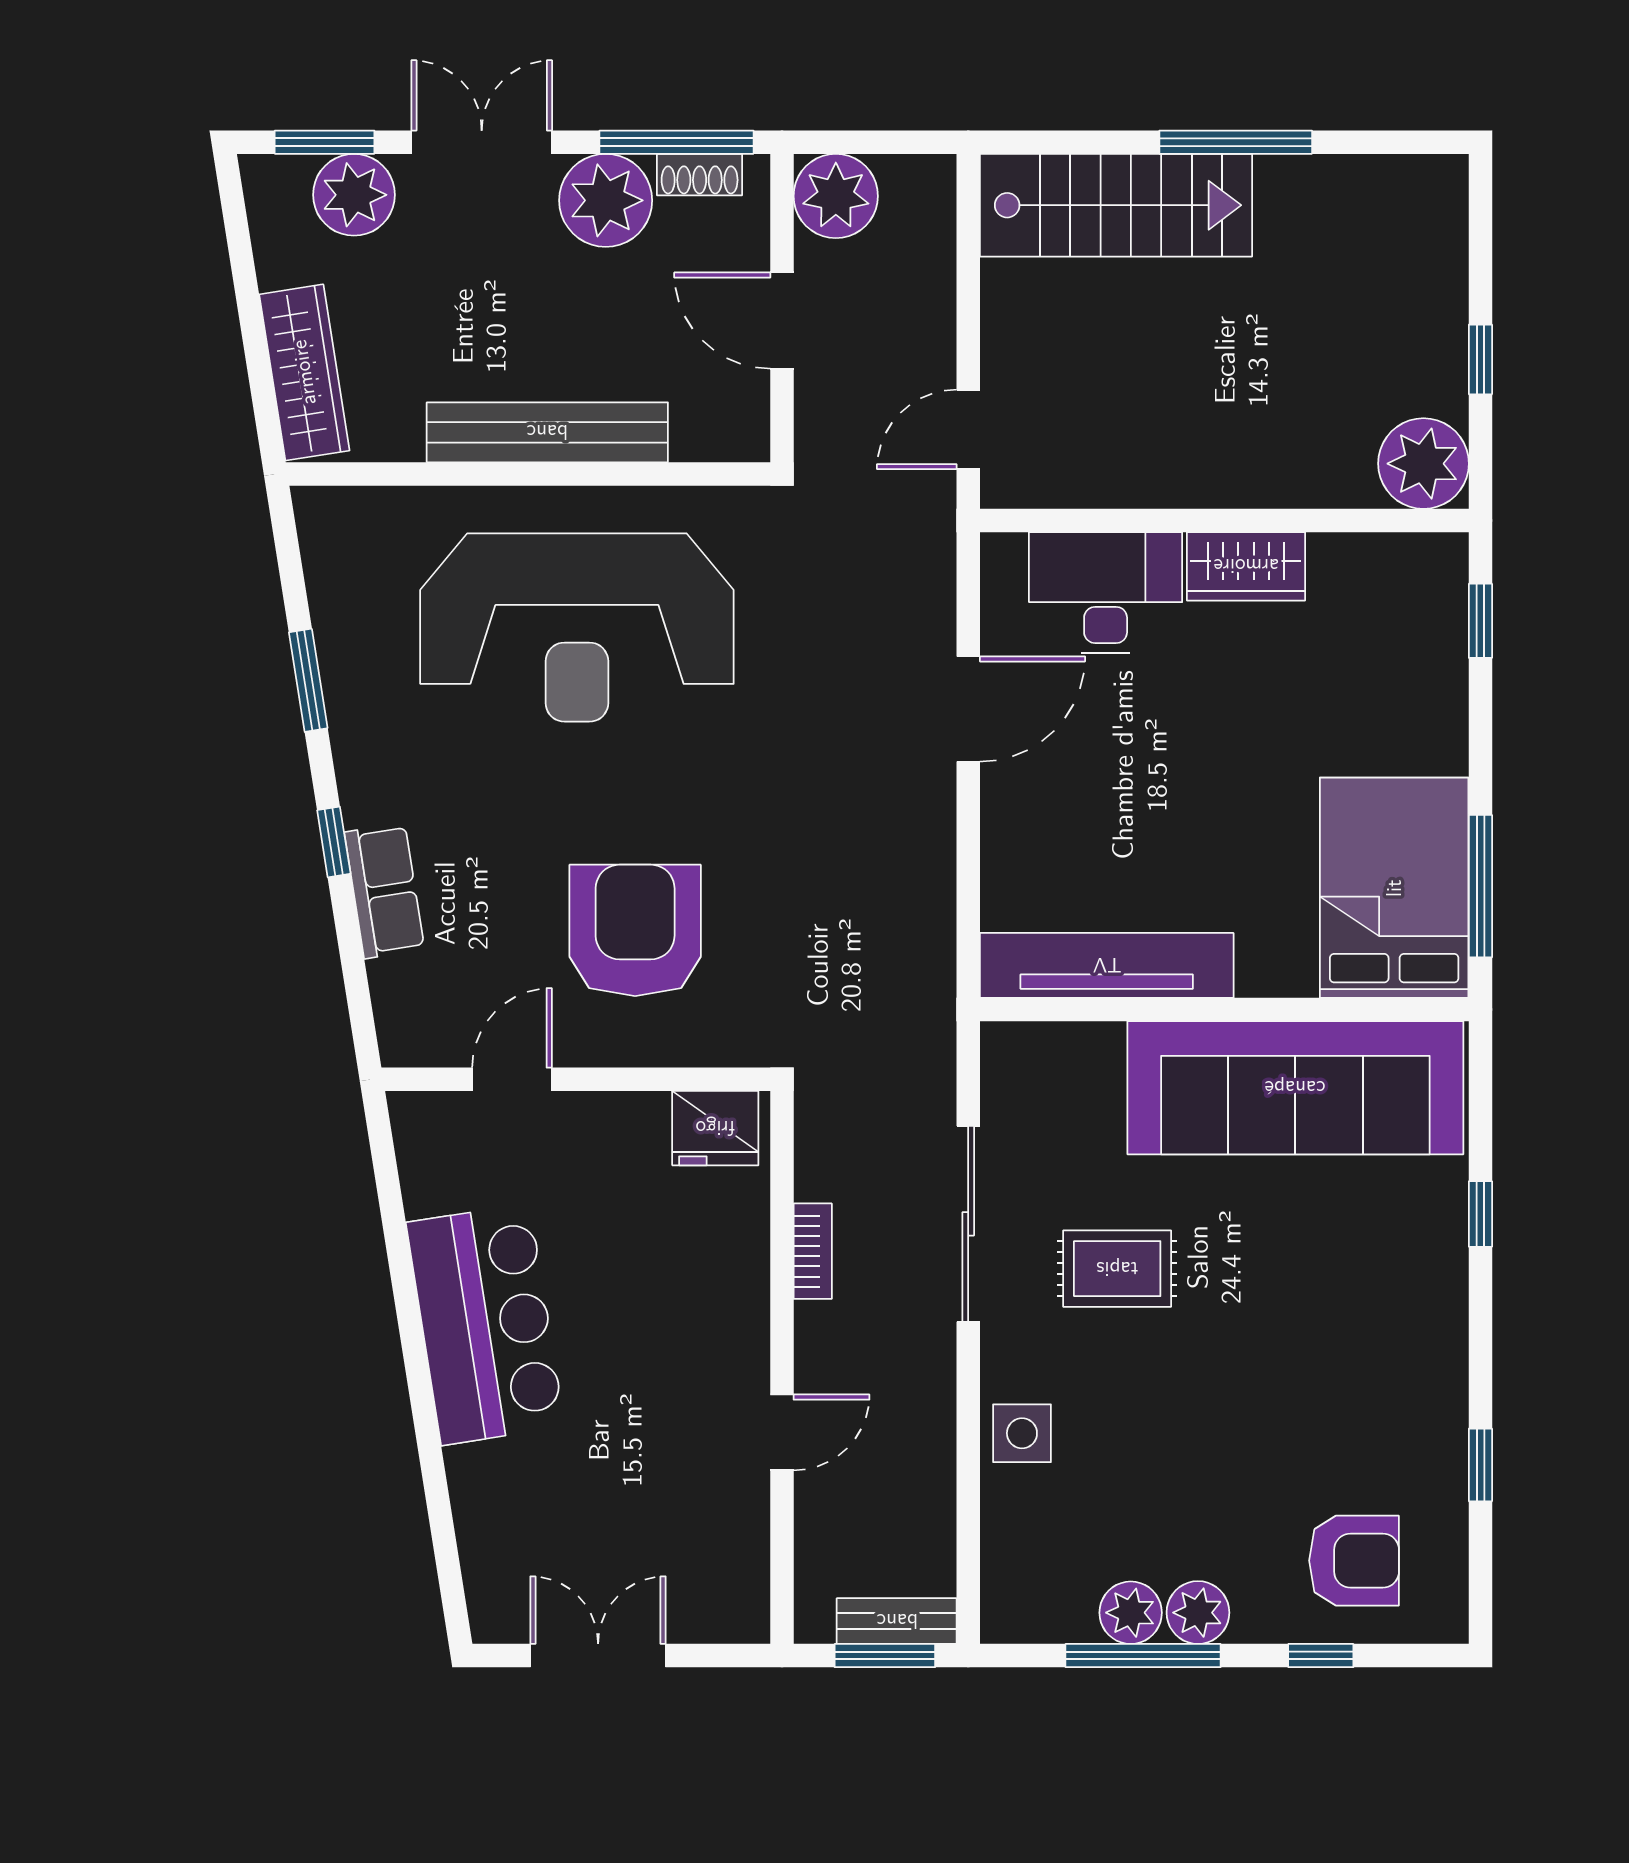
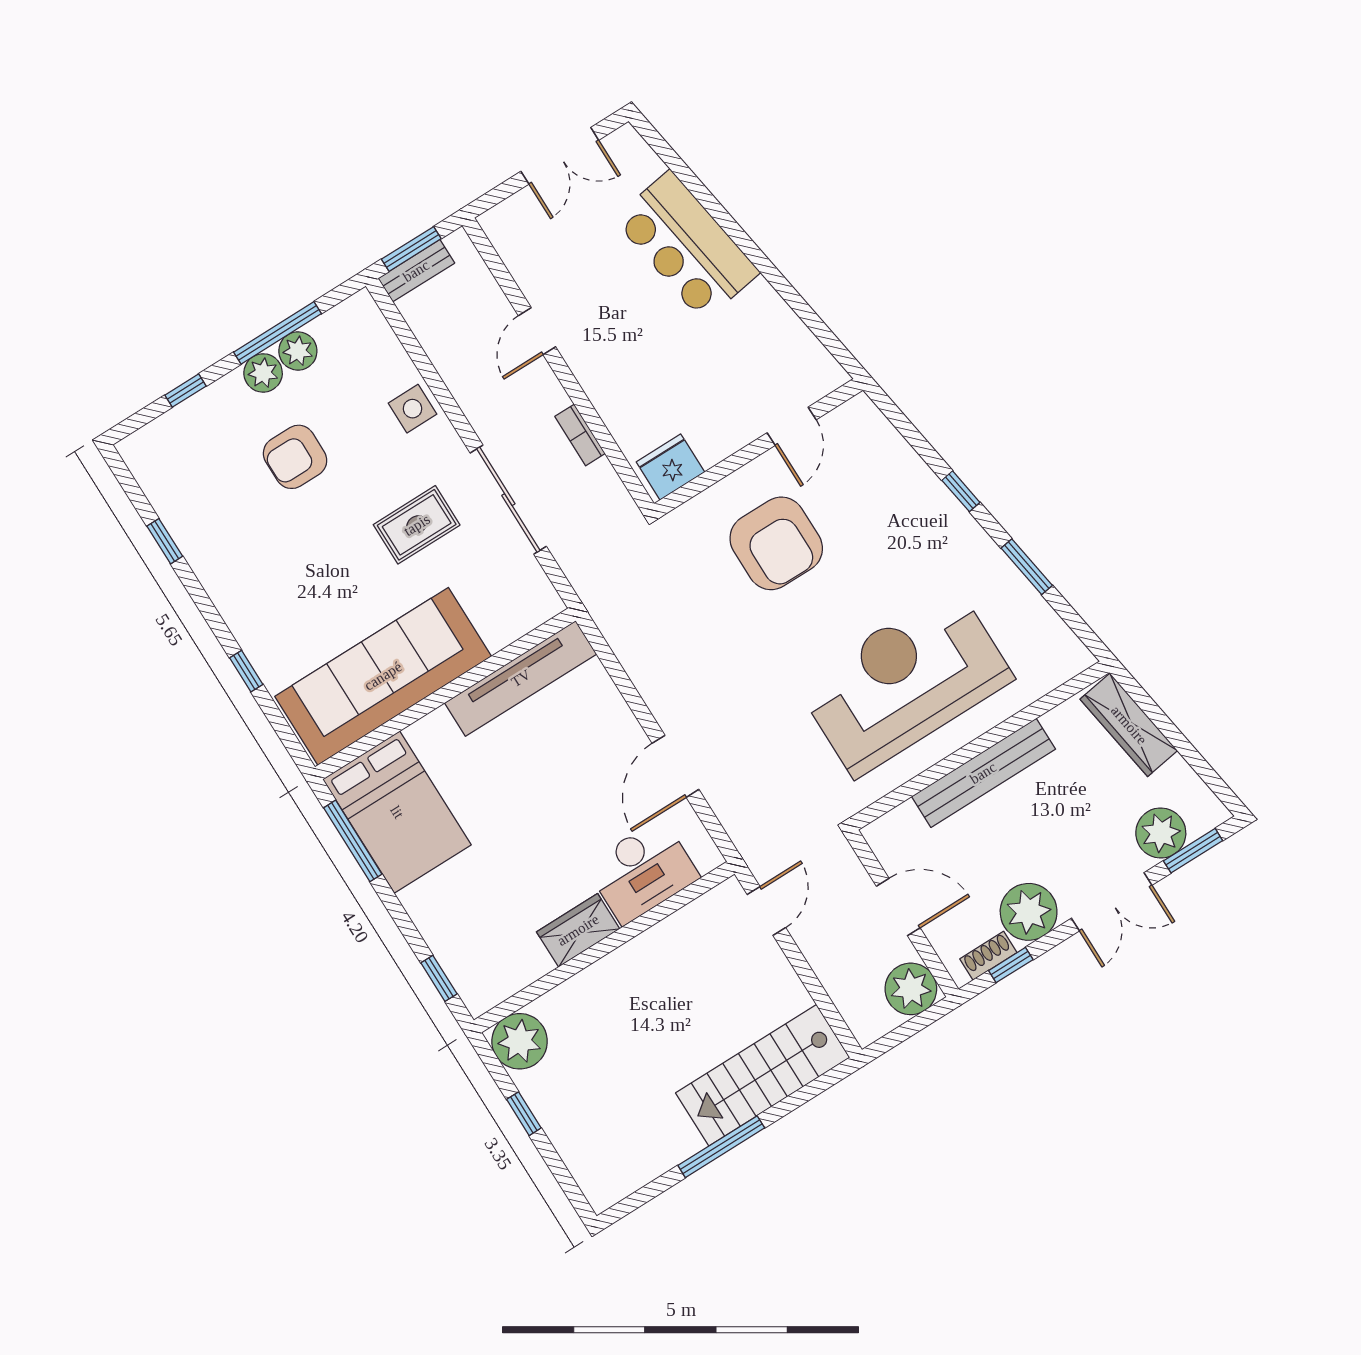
window: (677, 142) -> (1011, 965), width x0.46
row of seats: (384, 891) -> (919, 482), removed
bar counter: (485, 1324) -> (687, 246), moved
armchair: (1354, 1561) -> (295, 457), moved

